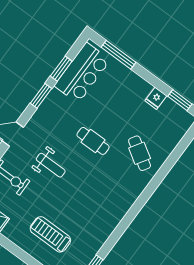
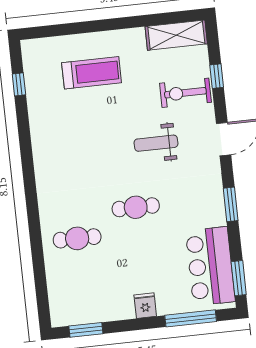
window: (61, 69) -> (239, 278), moved
fridge: (156, 98) -> (145, 306), moved
cafe table: (140, 153) -> (77, 238), turned -32

